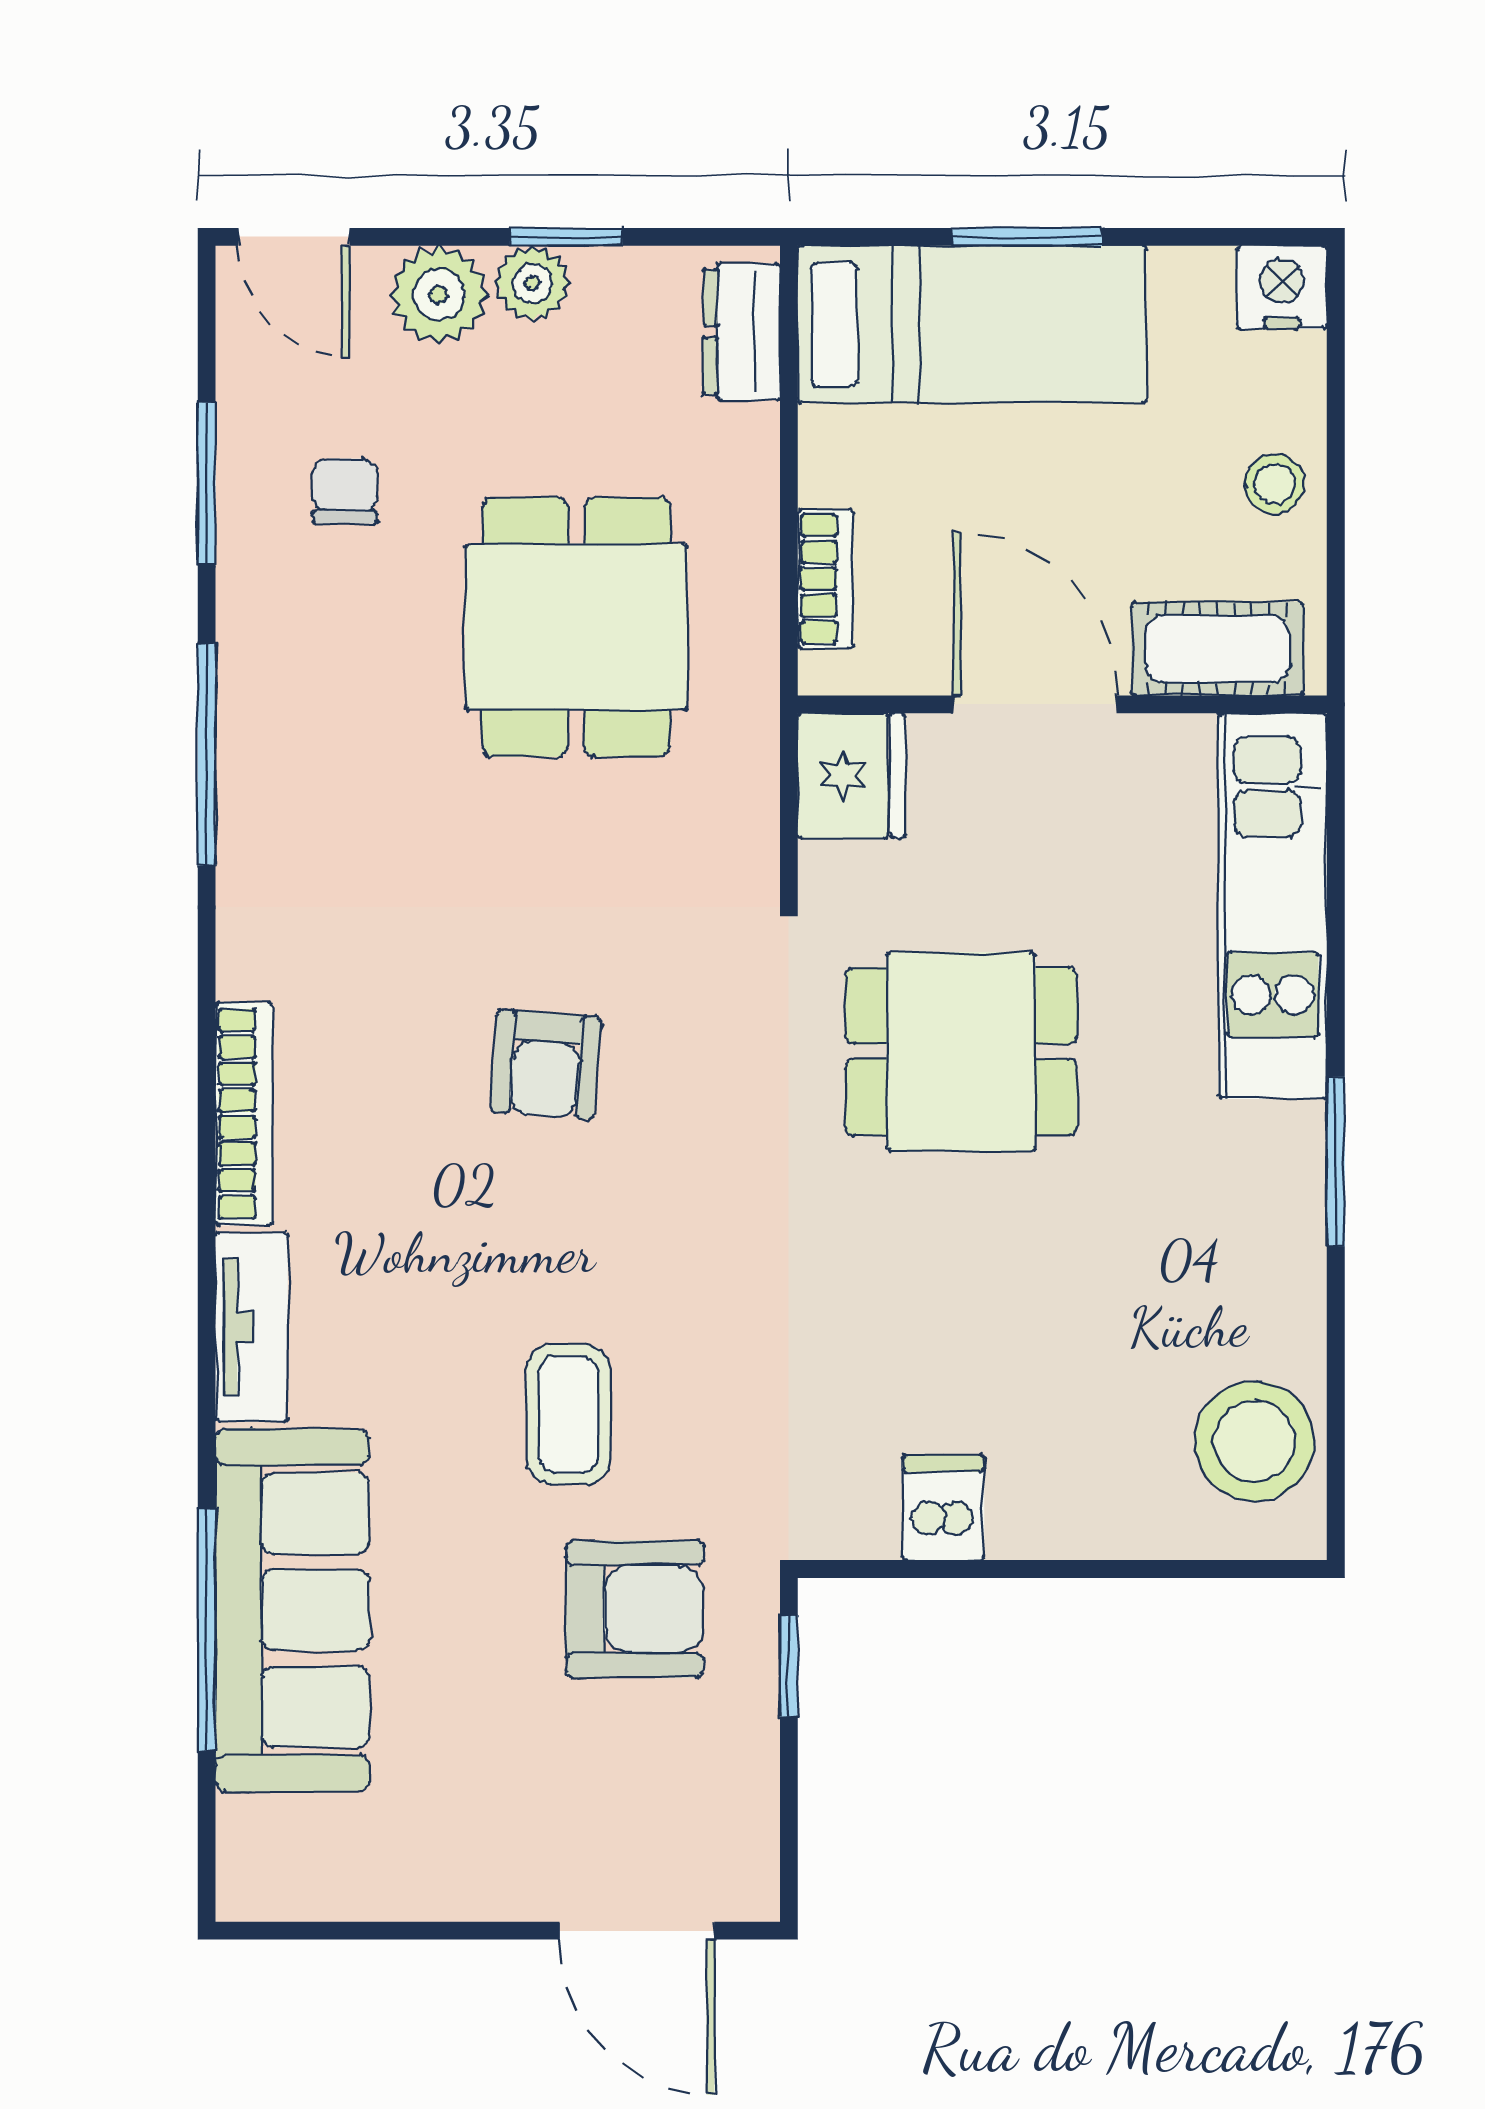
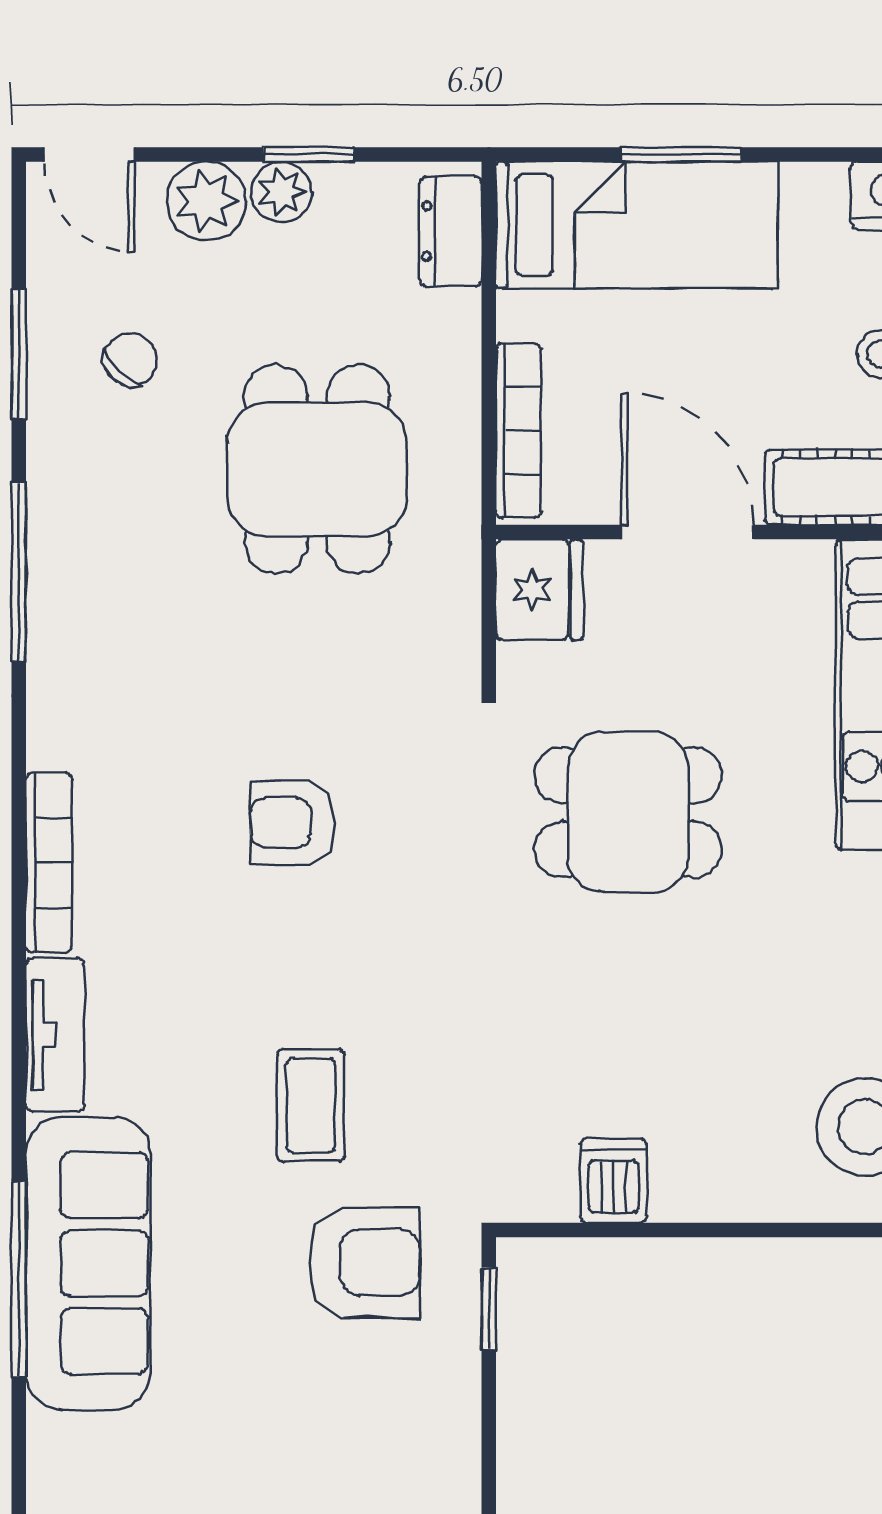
chair: (345, 491) -> (130, 360), turned 44
bookcase: (825, 579) -> (518, 430), width x1.56
armchair: (546, 1064) -> (292, 823), turned 86

